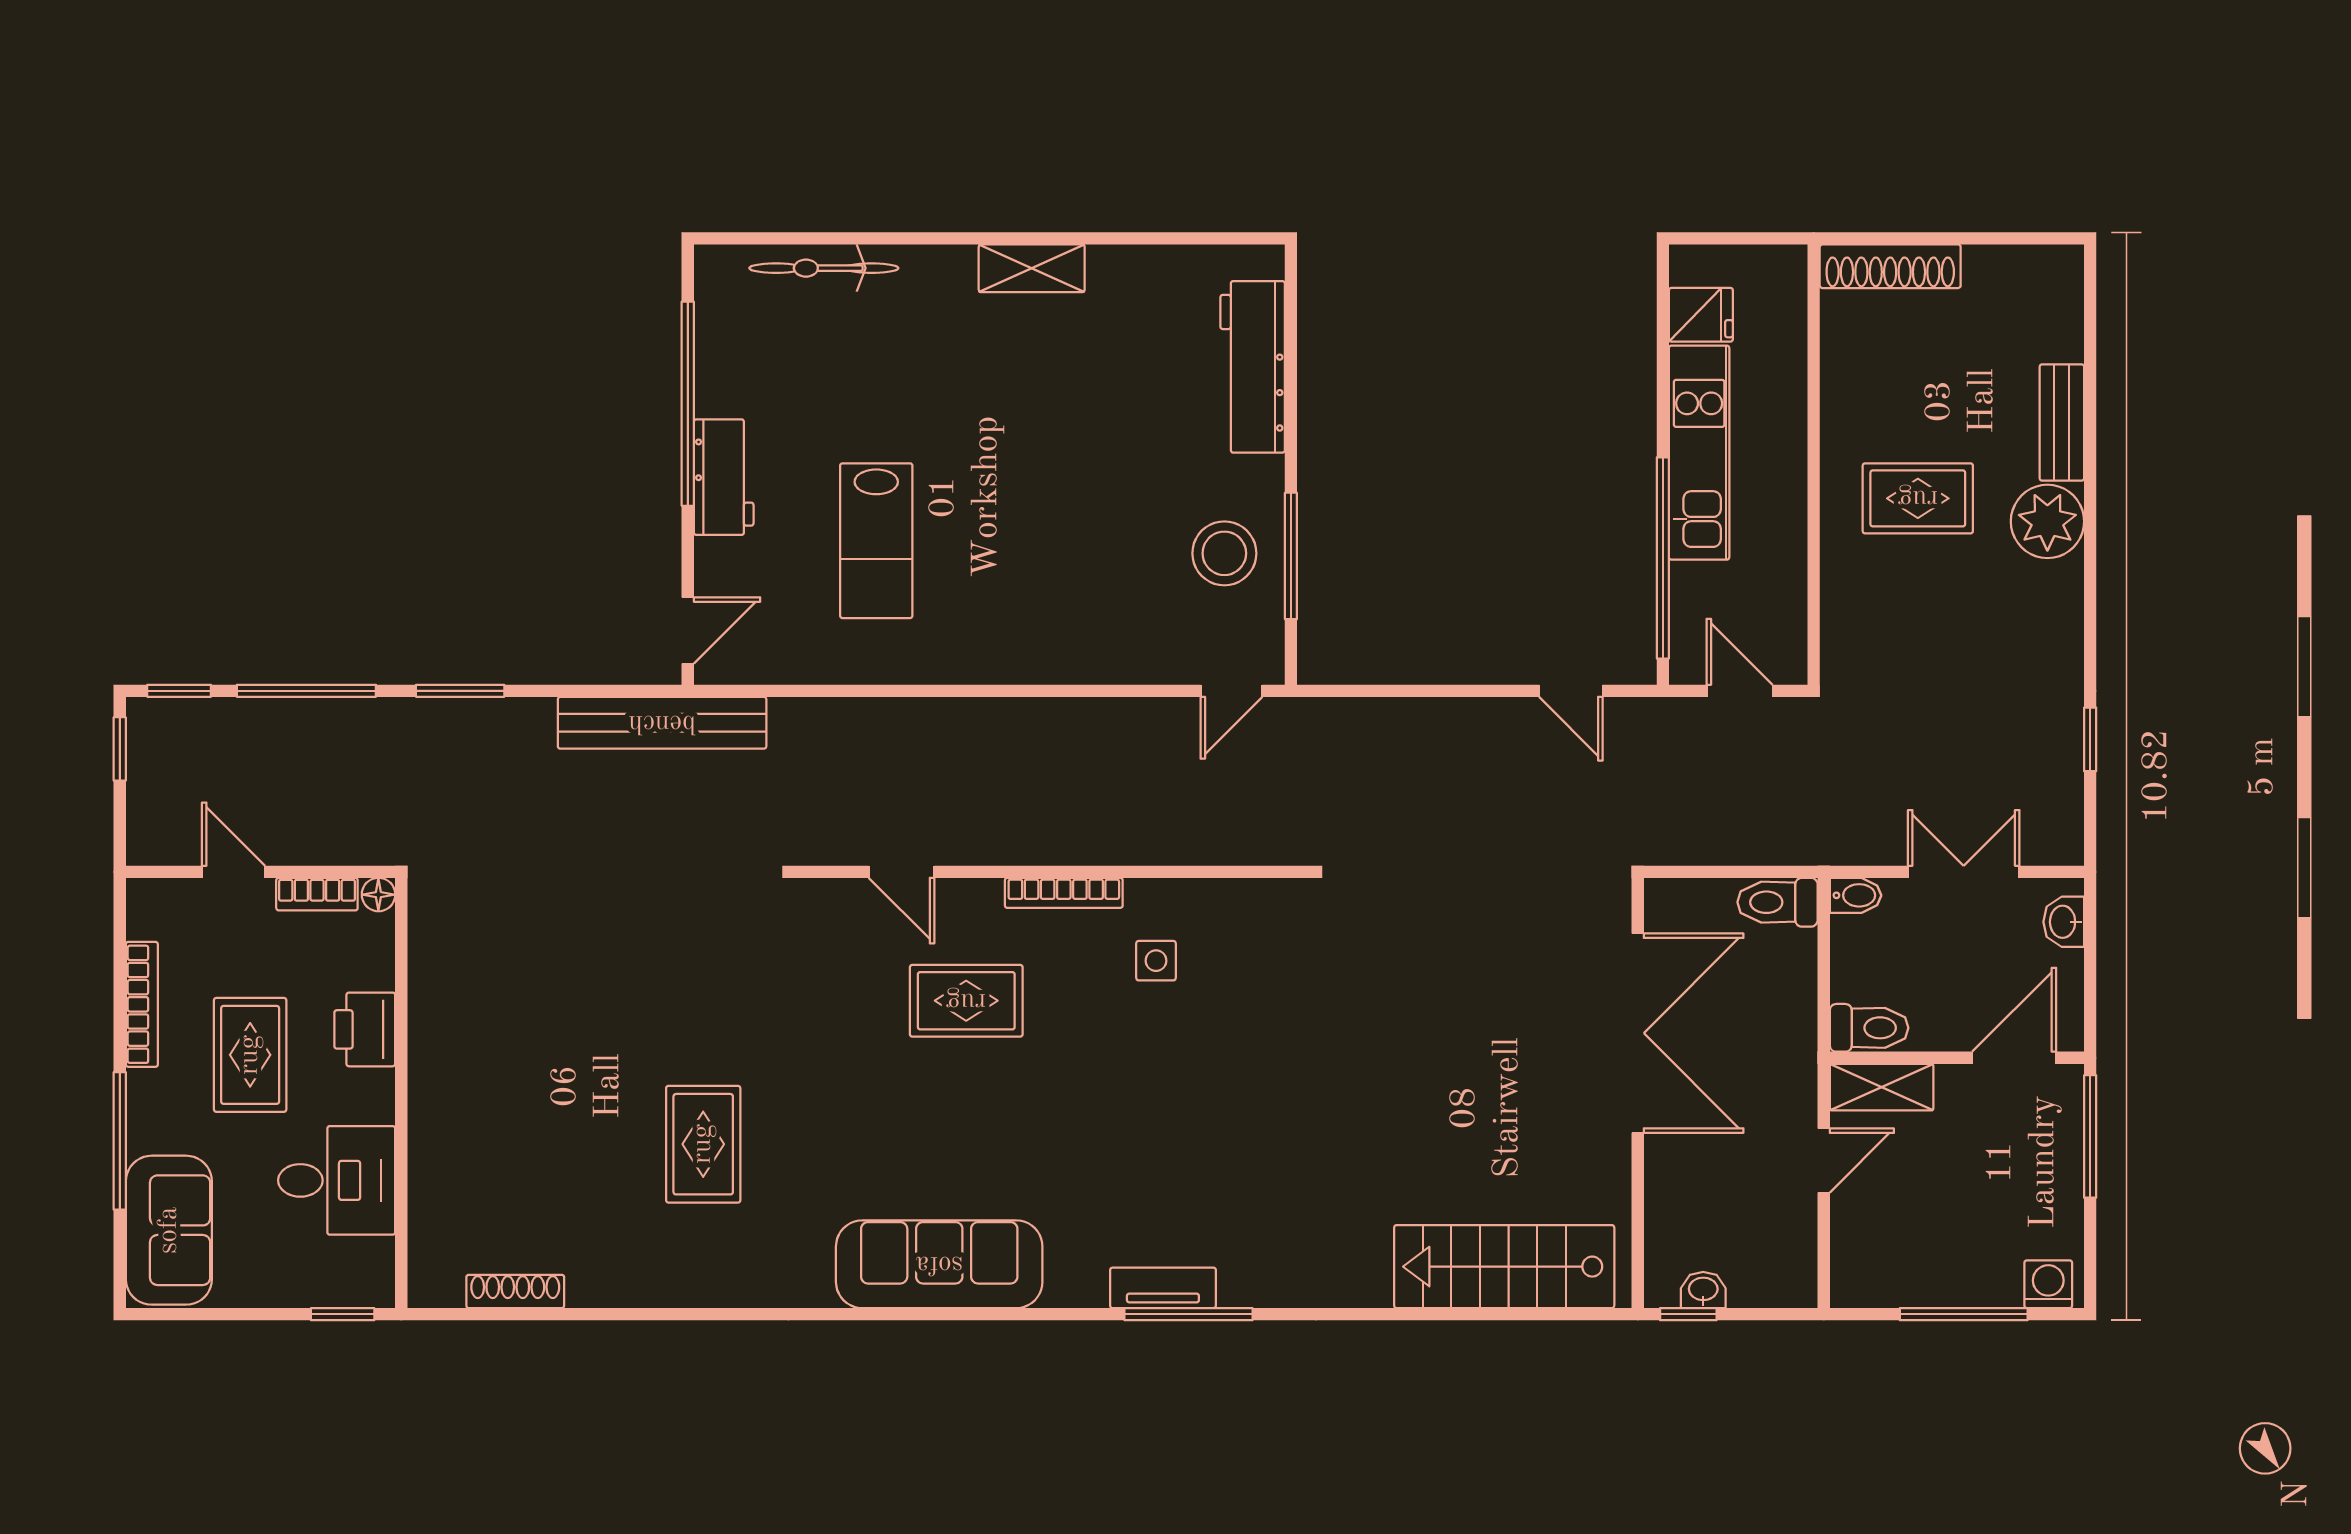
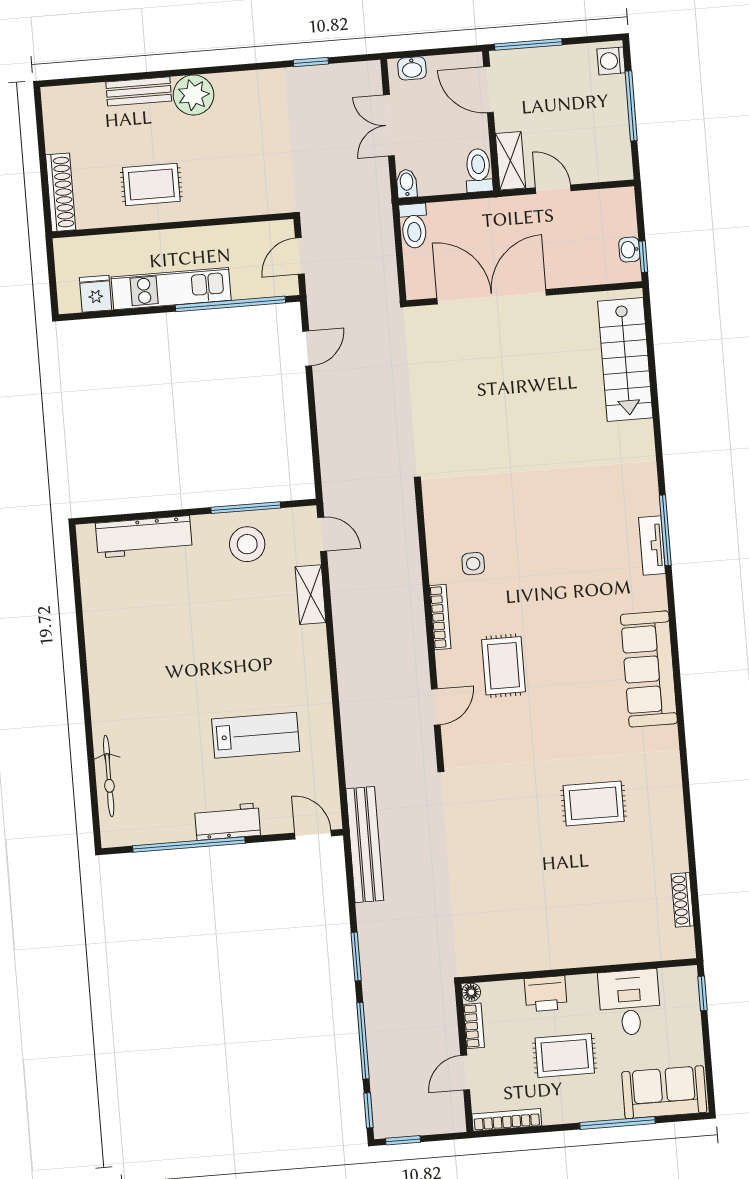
shelving: (1032, 268) -> (311, 595), moved
rug: (1918, 498) -> (151, 184), moved, turned 90
bookcase: (142, 1004) -> (507, 1120), moved

